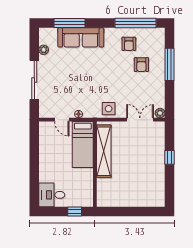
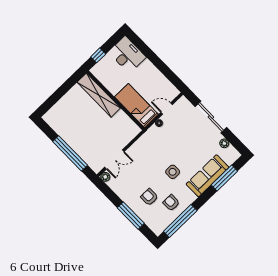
side table: (109, 109) -> (173, 172), moved
shelving: (104, 151) -> (99, 95), moved
window: (169, 157) -> (70, 153), width x3.17
desk: (52, 195) -> (127, 55), width x1.37

